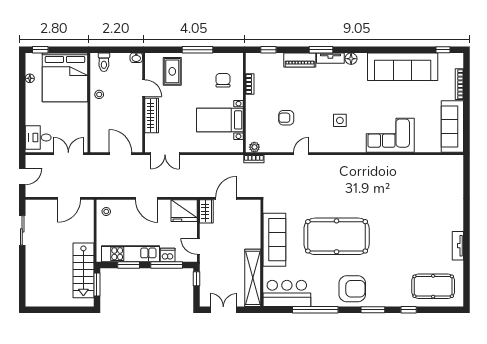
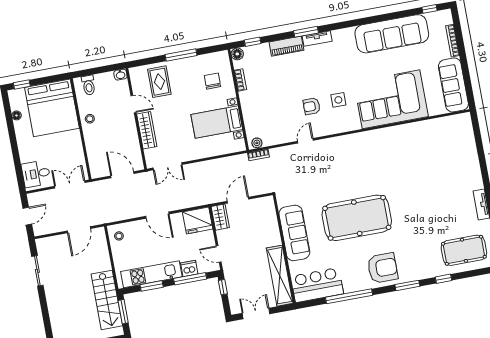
floor lamp: (351, 59) -> (237, 54), moved
armchair: (286, 118) -> (312, 106), moved
corner sofa: (390, 135) -> (391, 99), width x1.36, depth x1.36

